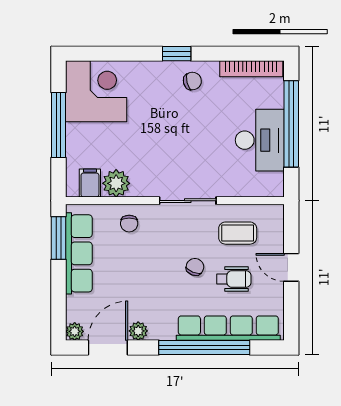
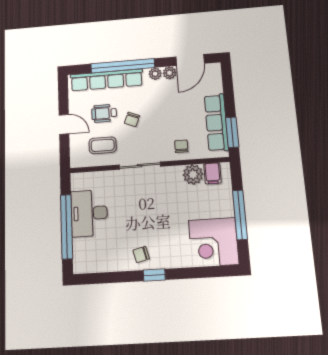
bookcase: (251, 69) -> (97, 267), removed
plant: (75, 331) -> (155, 74), moved

